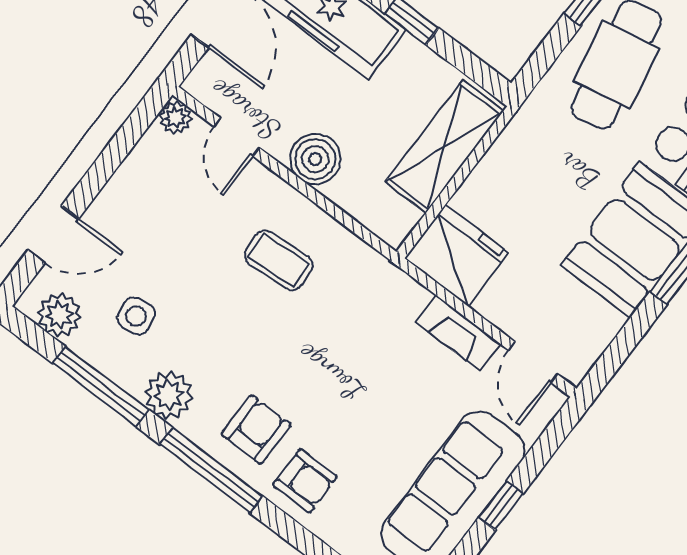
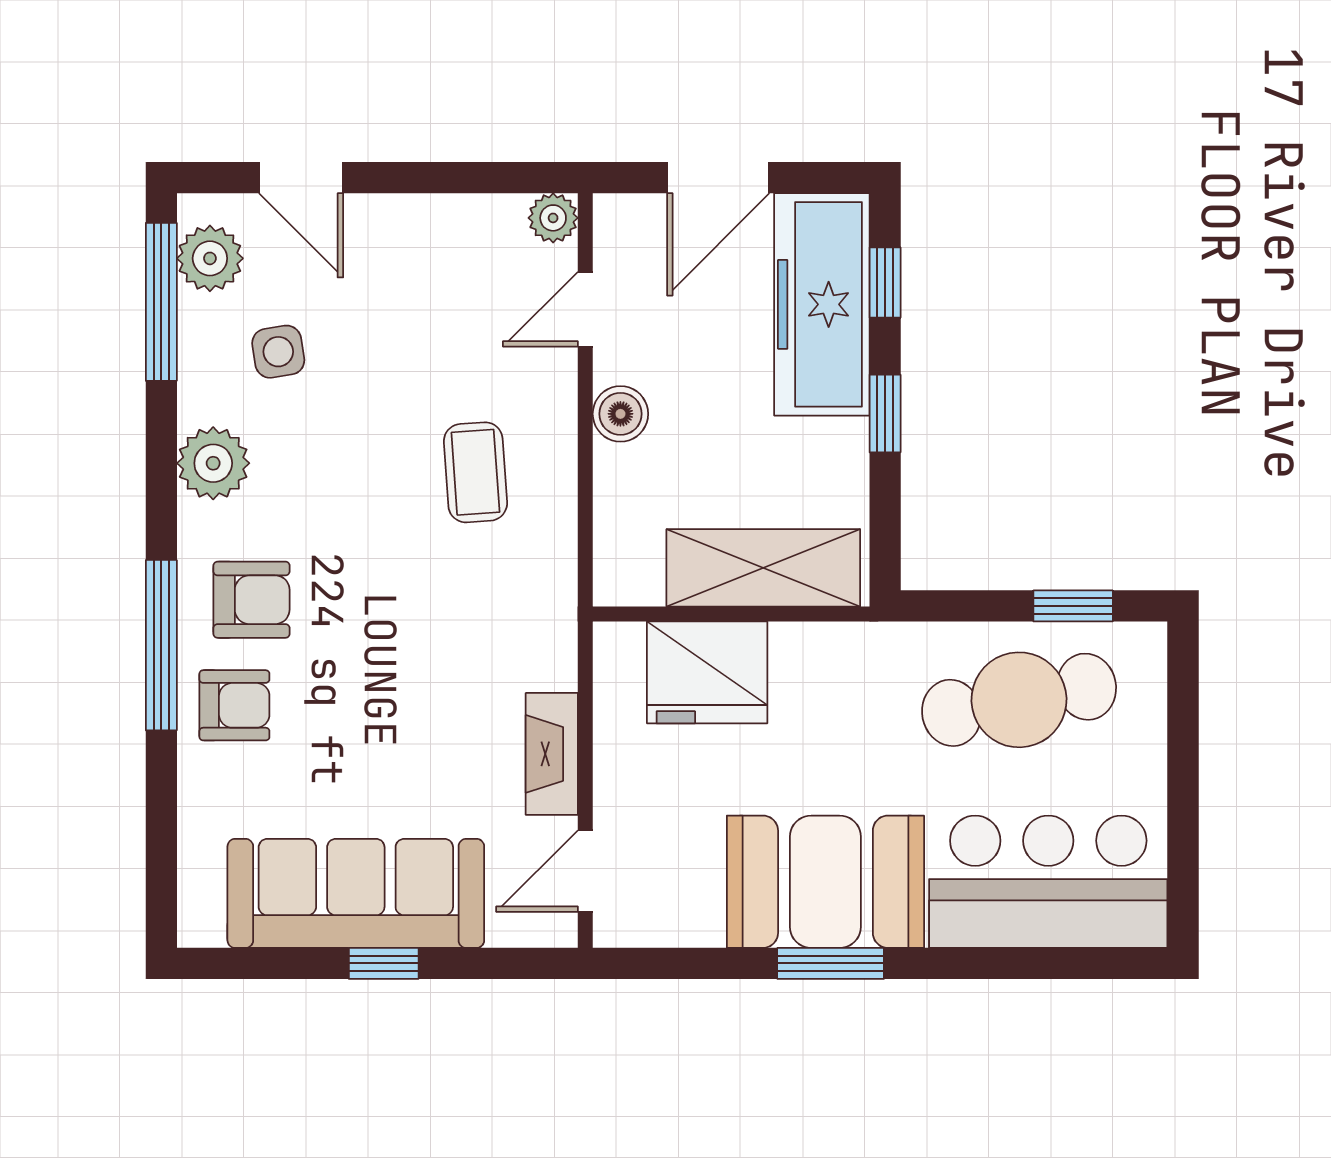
boiler: (315, 159) -> (620, 414), width x0.73, depth x0.73
fridge: (456, 255) -> (707, 672), moved, turned 90
window: (101, 387) -> (161, 302), moved
window: (211, 470) -> (161, 645), moved
armchair: (305, 481) -> (234, 705), turned -90

